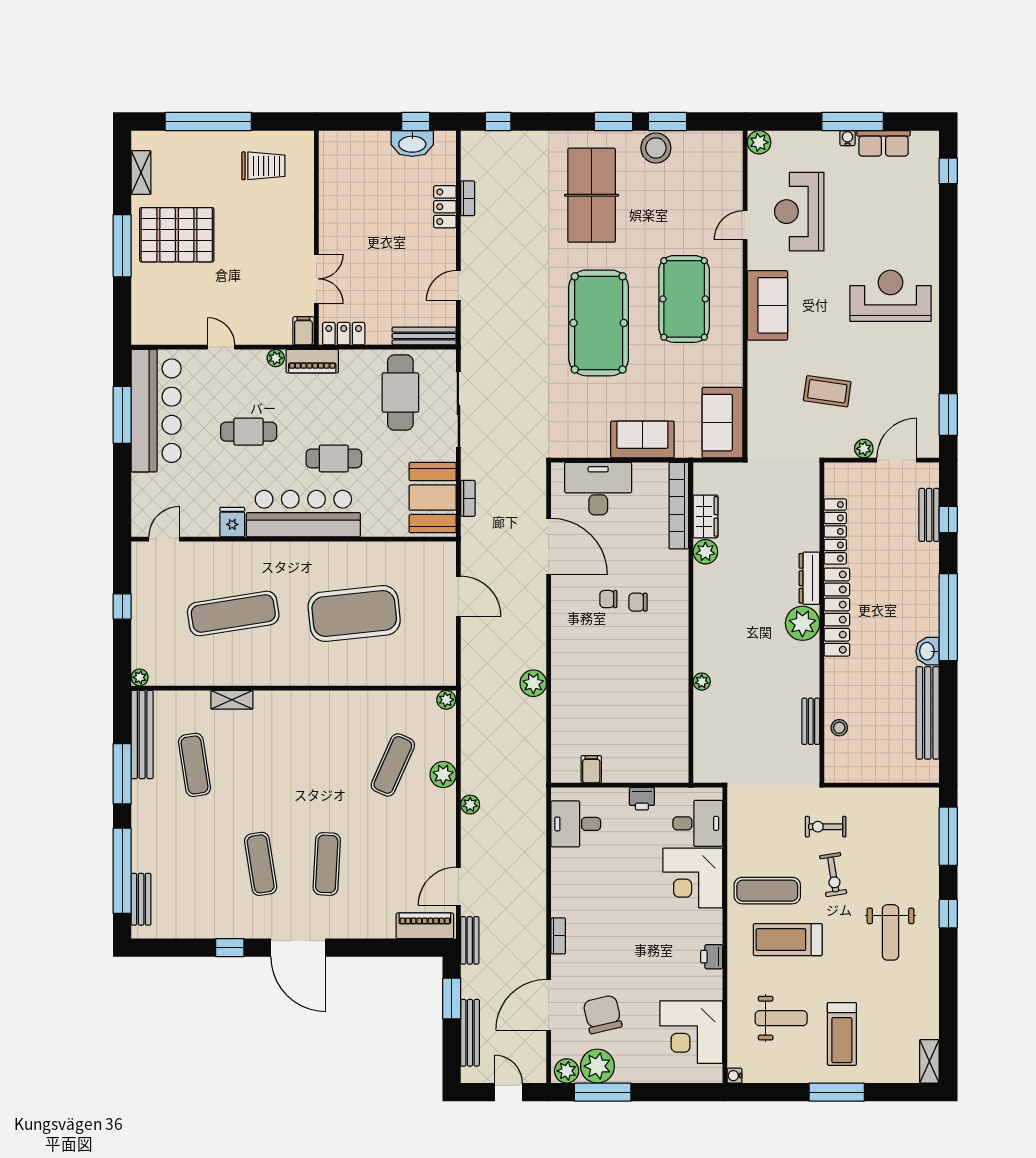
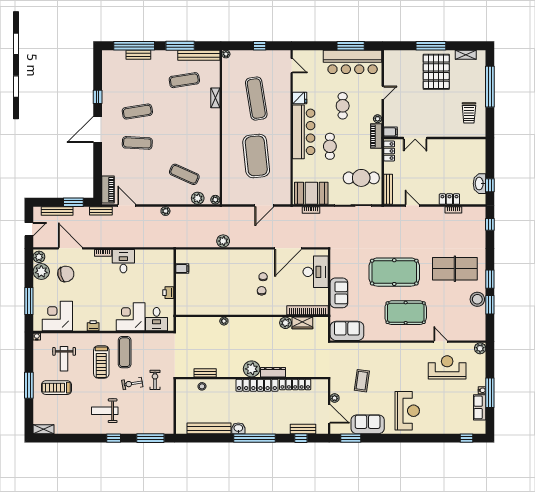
sofa: (767, 305) -> (368, 424), moved, turned 180
plant: (443, 775) -> (198, 198), moved
desk: (576, 824) -> (123, 261), moved
bench: (141, 899) -> (138, 55), moved
treadmill: (788, 940) -> (101, 362), turned 180
window: (603, 1092) -> (29, 301), moved

